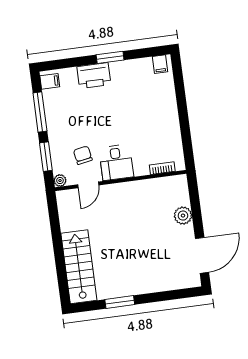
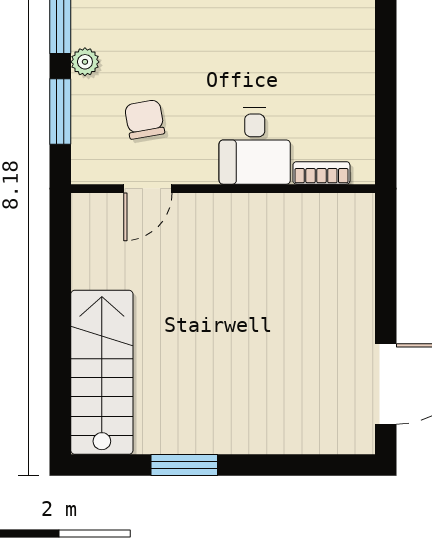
desk: (116, 162) -> (255, 146), moved
plant: (60, 181) -> (85, 62), moved
plant: (183, 216) -> (354, 287), removed

